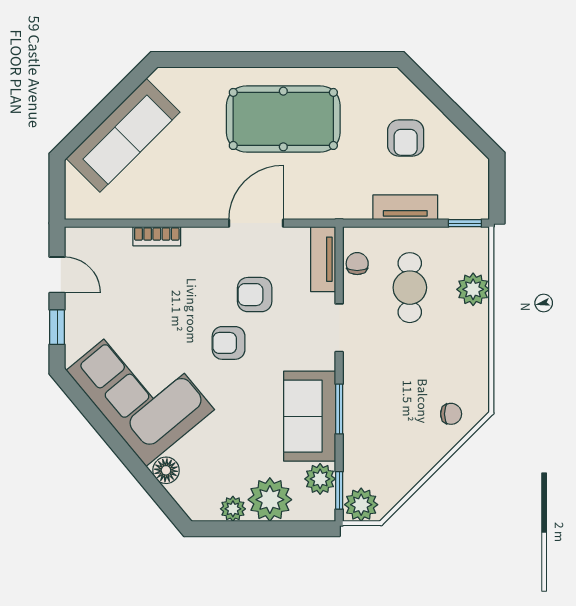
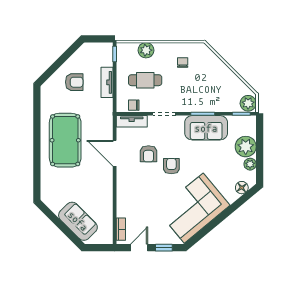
sofa: (123, 135) -> (78, 221), width x0.73
bookcase: (157, 236) -> (121, 229), moved
armchair: (229, 343) -> (171, 166), turned 180
chair: (451, 414) -> (183, 63), moved
floor lamp: (166, 470) -> (242, 188), moved
plant: (320, 479) -> (236, 123), removed

